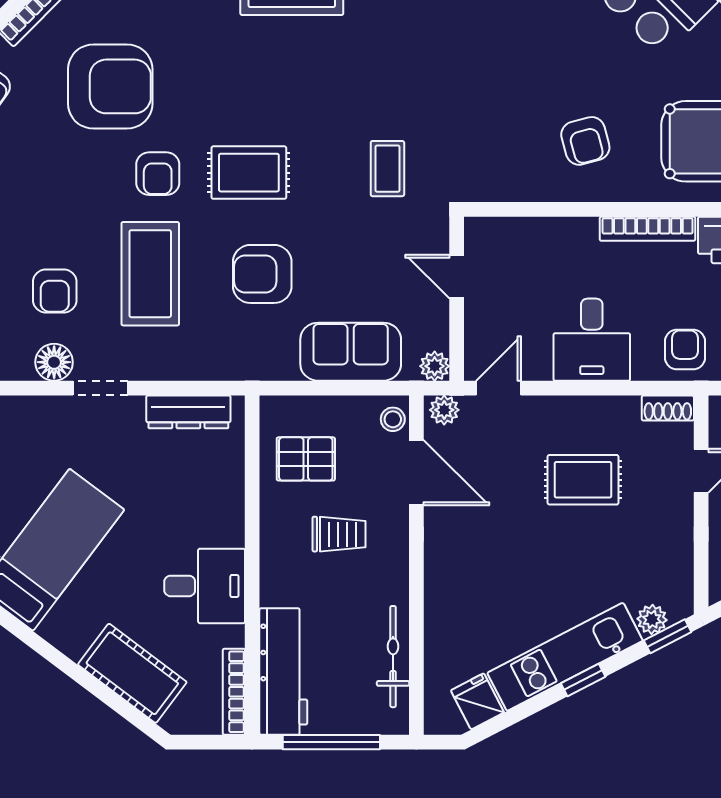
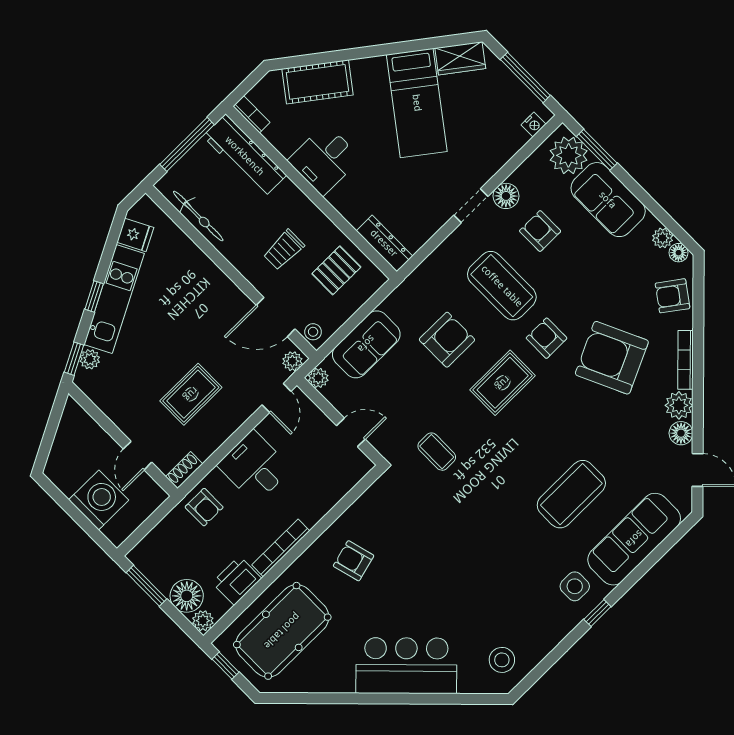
armchair: (110, 86) -> (612, 358), turned 65
dresser: (188, 412) -> (384, 243), moved, turned 90
bookcase: (234, 692) -> (251, 114), width x0.64

